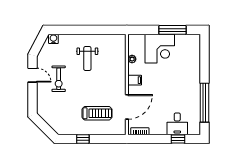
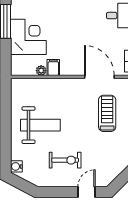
weight bench: (87, 59) -> (40, 125), width x1.36, depth x1.33
door: (33, 75) -> (87, 192), moved
filing cabinet: (135, 80) -> (53, 67), moved

